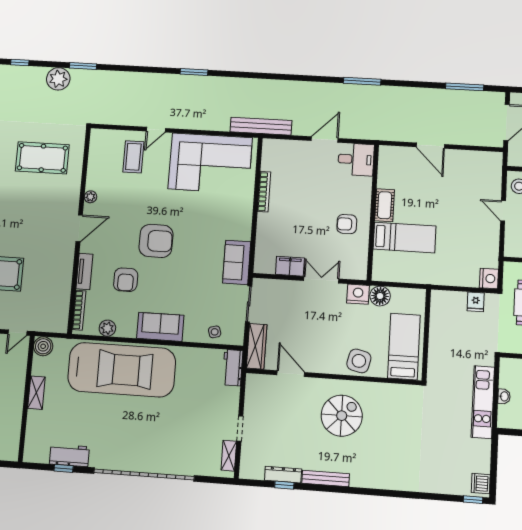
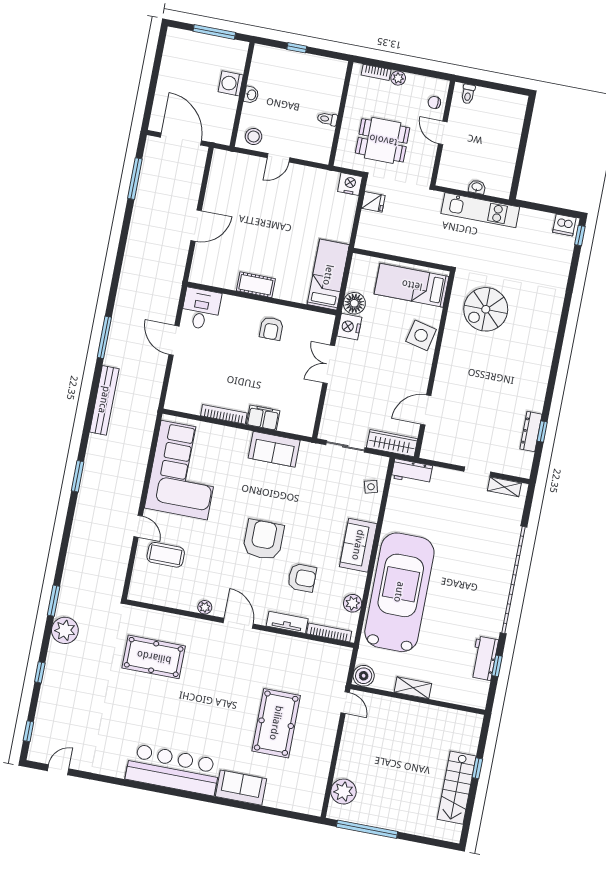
window: (362, 81) -> (104, 337), moved
bench: (261, 126) -> (104, 400), moved
pool table: (42, 158) -> (154, 657), turned 90
bed: (405, 238) -> (328, 275), moved
sofa: (237, 262) -> (274, 449), moved
filing cabinet: (290, 266) -> (263, 418), moved, turned 90
spiral stairs: (342, 416) -> (486, 309), moved, turned -90
bench: (326, 478) -> (540, 387), removed

